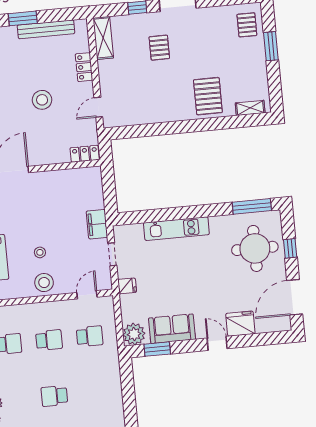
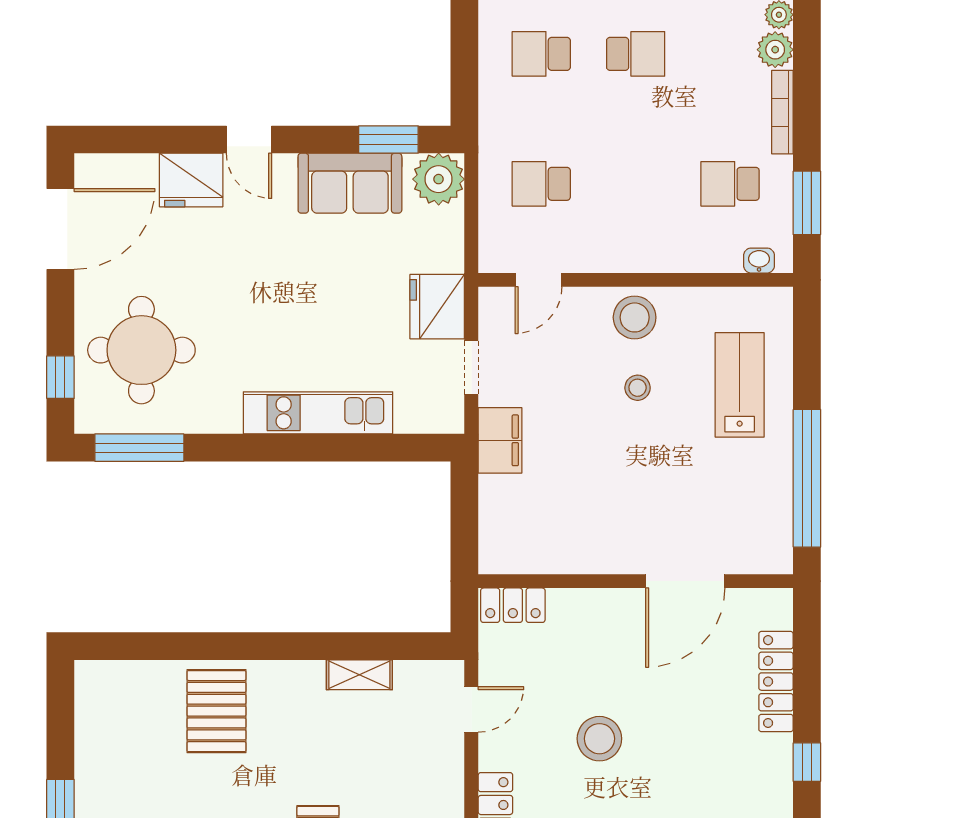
shelving: (250, 108) -> (359, 675), moved
window: (290, 248) -> (60, 377), moved
fridge: (127, 286) -> (437, 307), width x1.88, depth x1.34
school desk: (49, 340) -> (541, 54), moved

